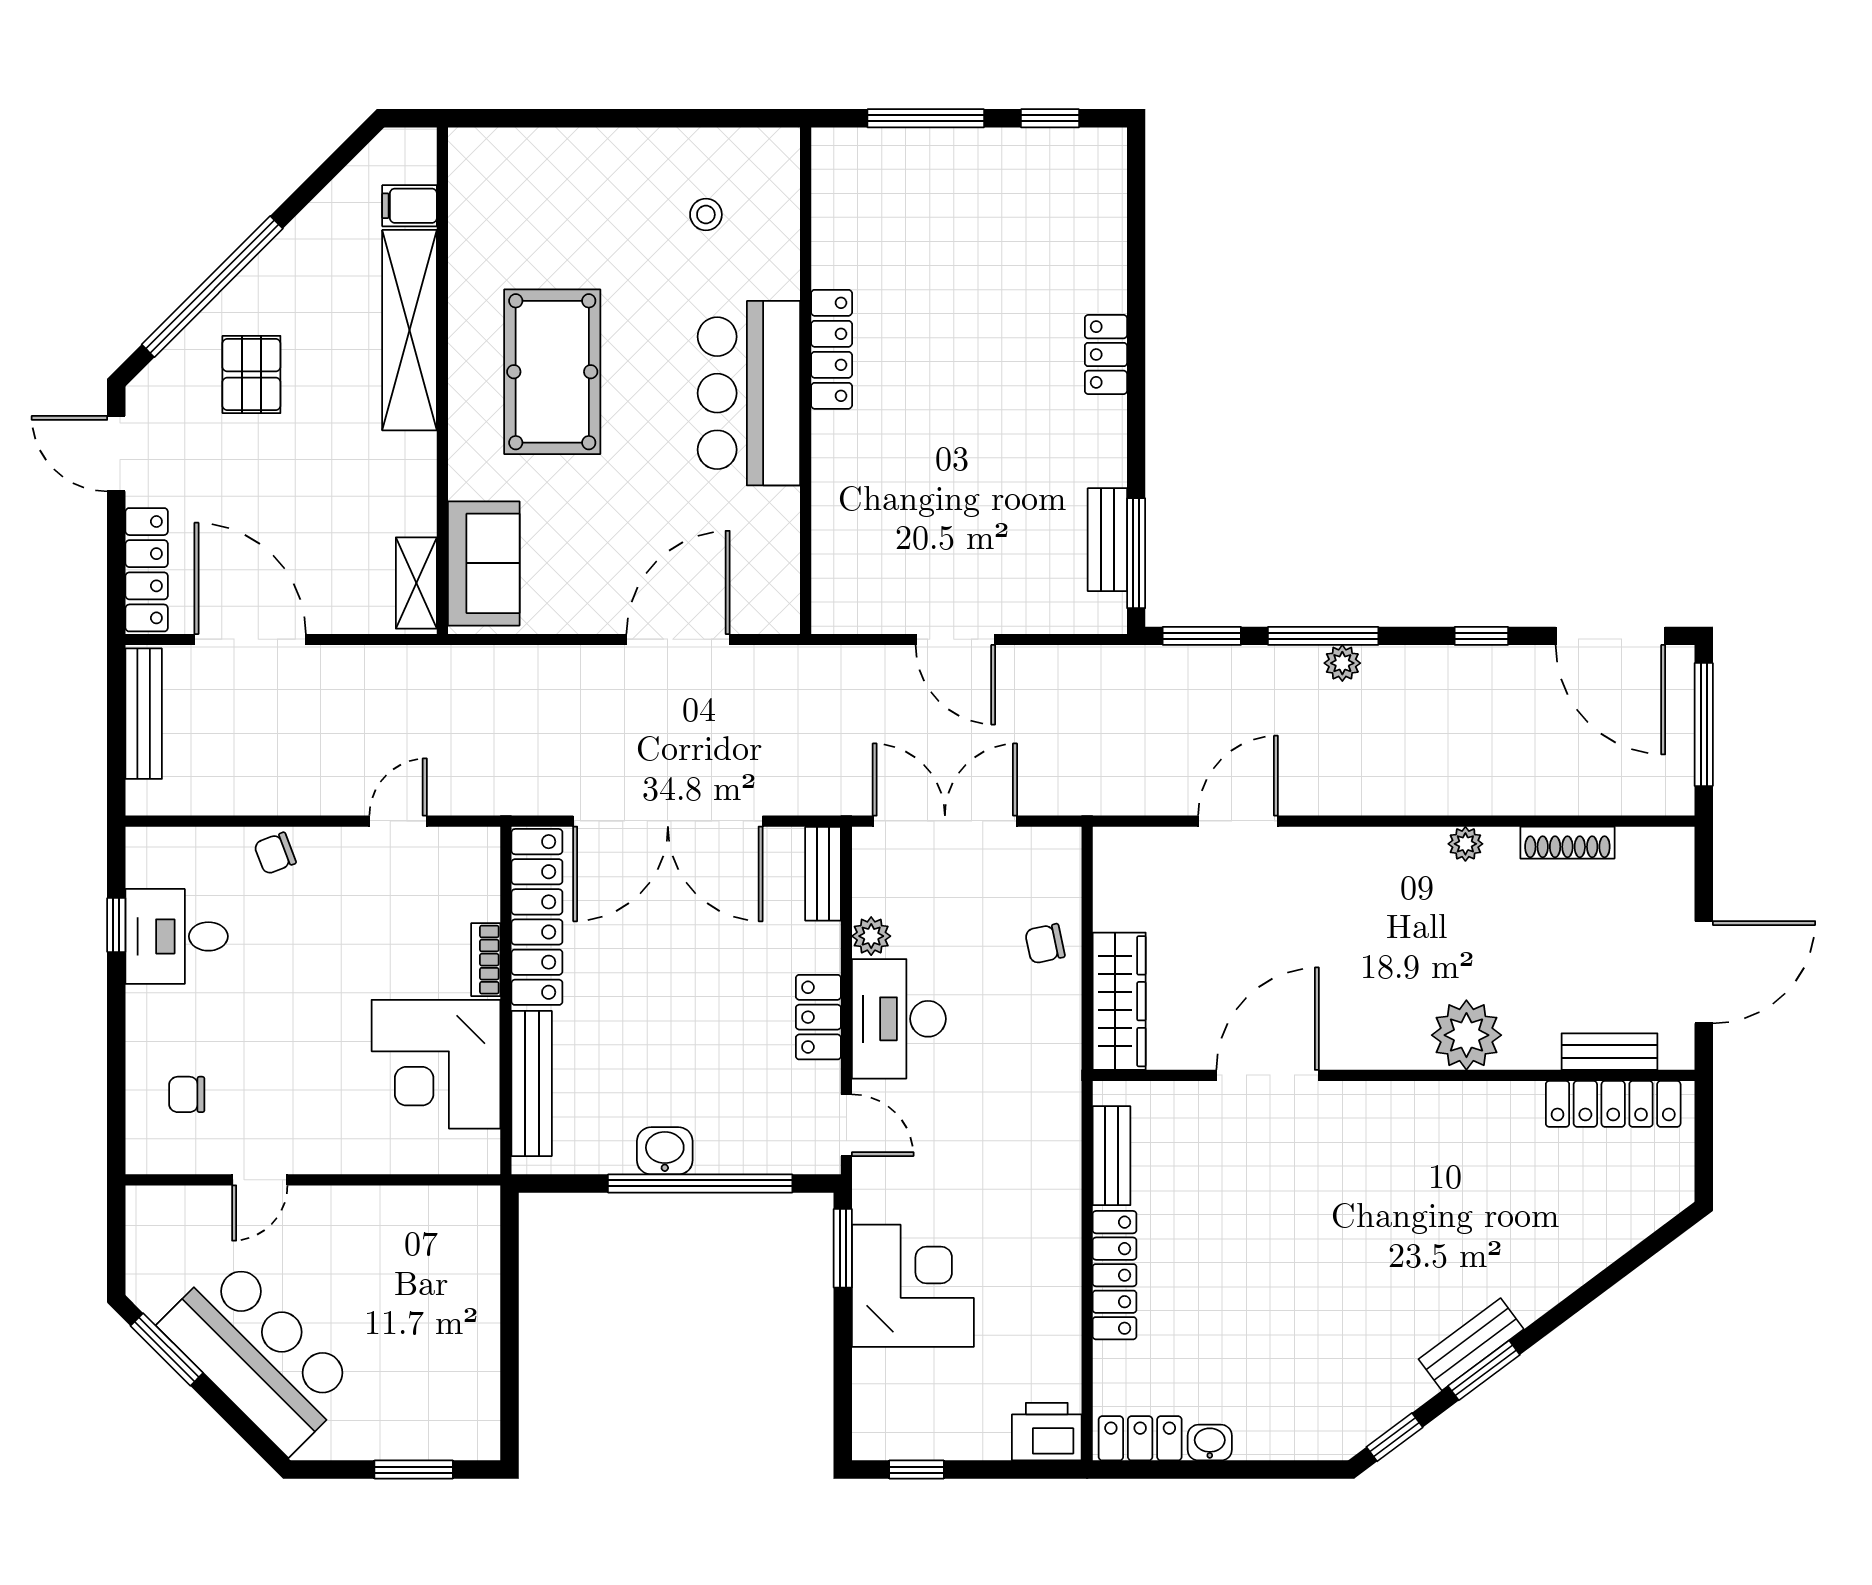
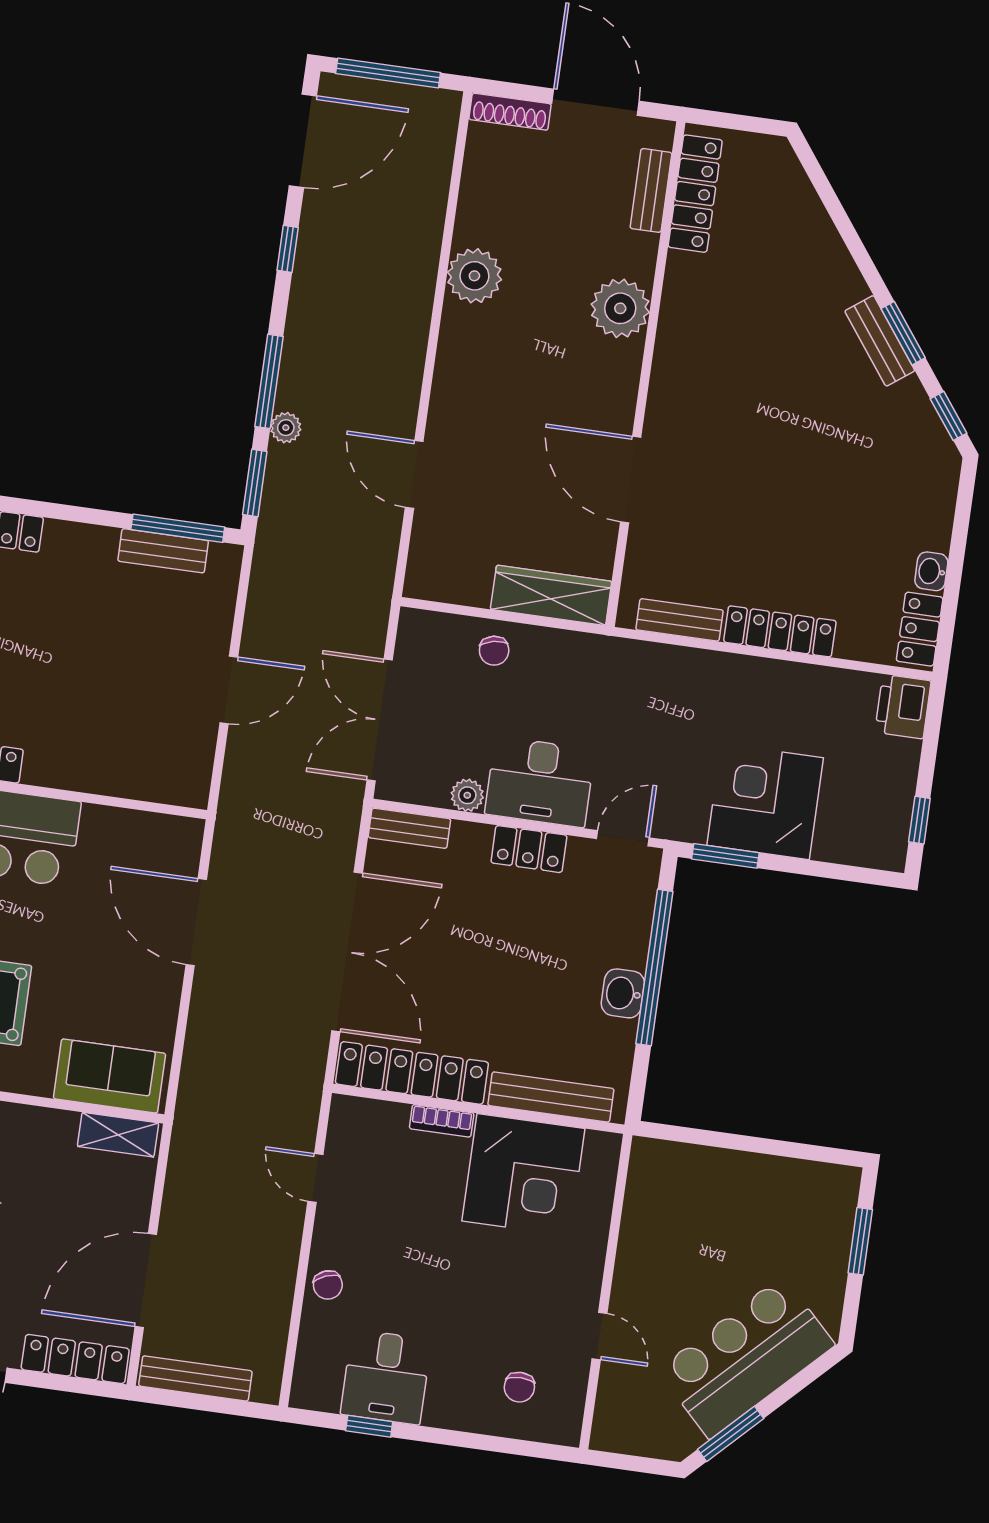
plant: (1342, 663) -> (286, 428), moved
shoe rack: (1567, 843) -> (510, 112), moved, turned 90
plant: (1465, 844) -> (474, 276), width x1.88, depth x1.88

